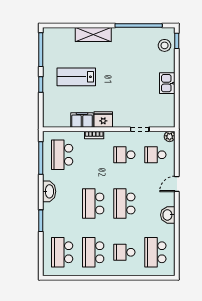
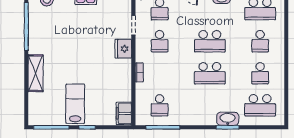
lab bench: (76, 77) -> (75, 104), moved, turned 180
filing cabinet: (82, 120) -> (124, 113), moved
fridge: (103, 120) -> (123, 49), moved
school desk: (62, 155) -> (160, 105), width x0.54
washbasin: (49, 191) -> (228, 119), moved
school desk: (93, 252) -> (260, 73), width x0.54

